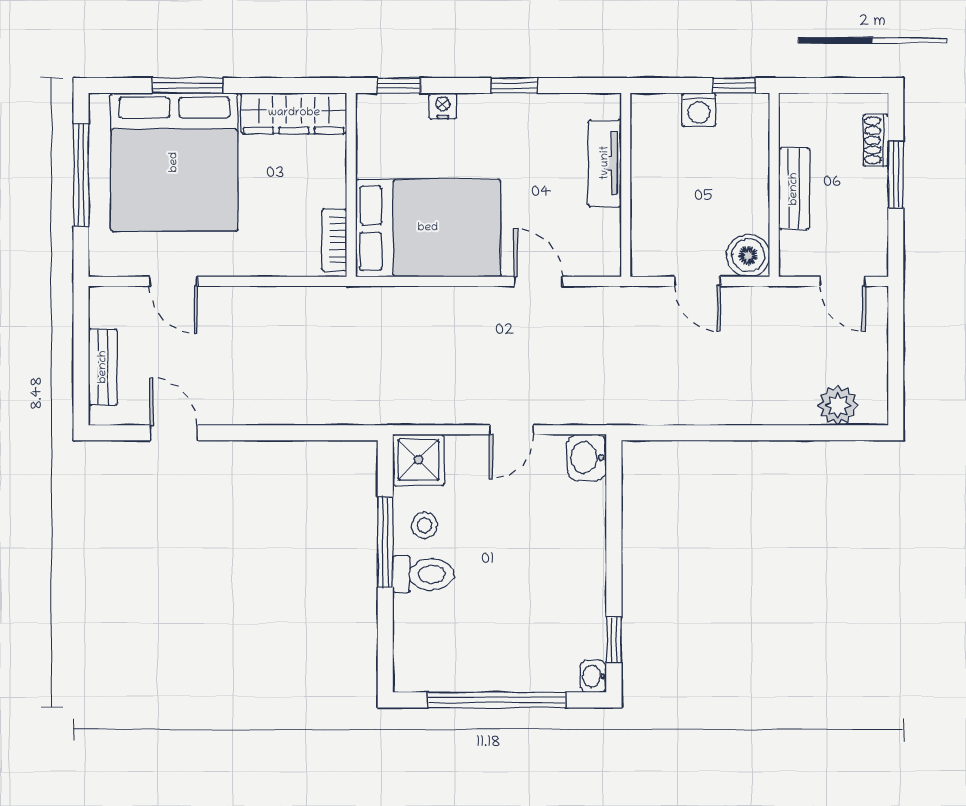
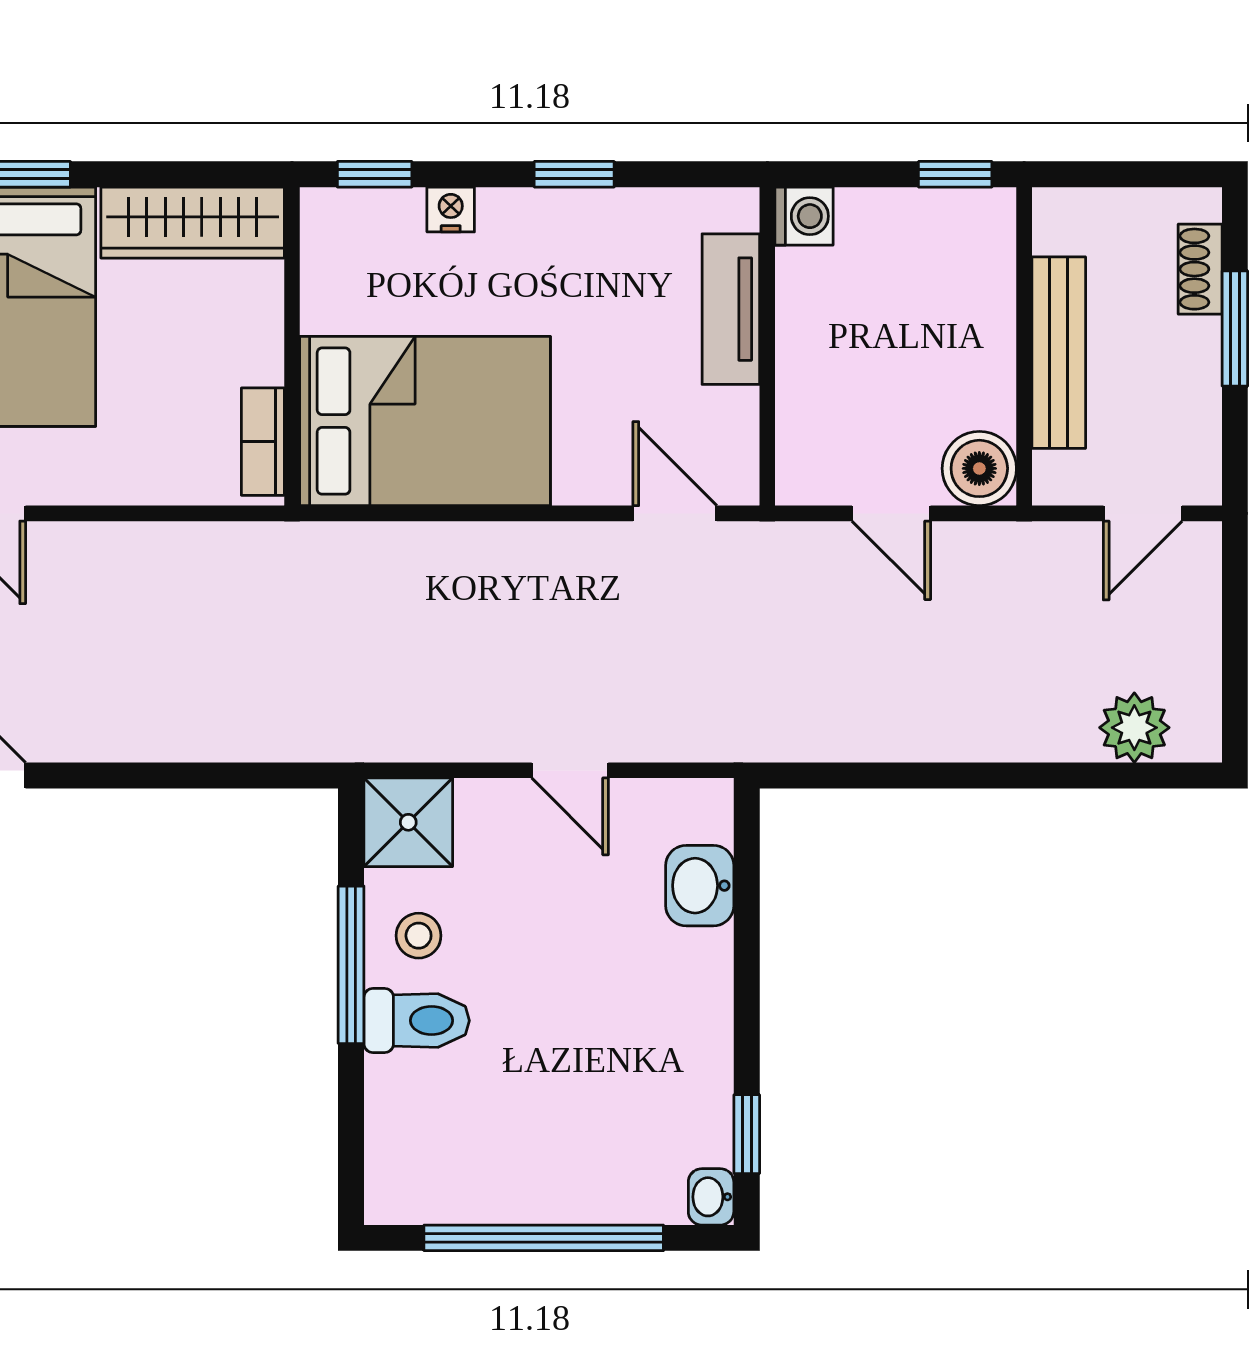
washing machine: (699, 110) -> (804, 216), moved, turned -90
bench: (794, 189) -> (1059, 353), width x1.36
door: (538, 281) -> (675, 513), moved
door: (843, 281) -> (1143, 513), hinge flipped
door: (512, 430) -> (570, 770), hinge flipped
washbasin: (587, 458) -> (700, 886), moved

